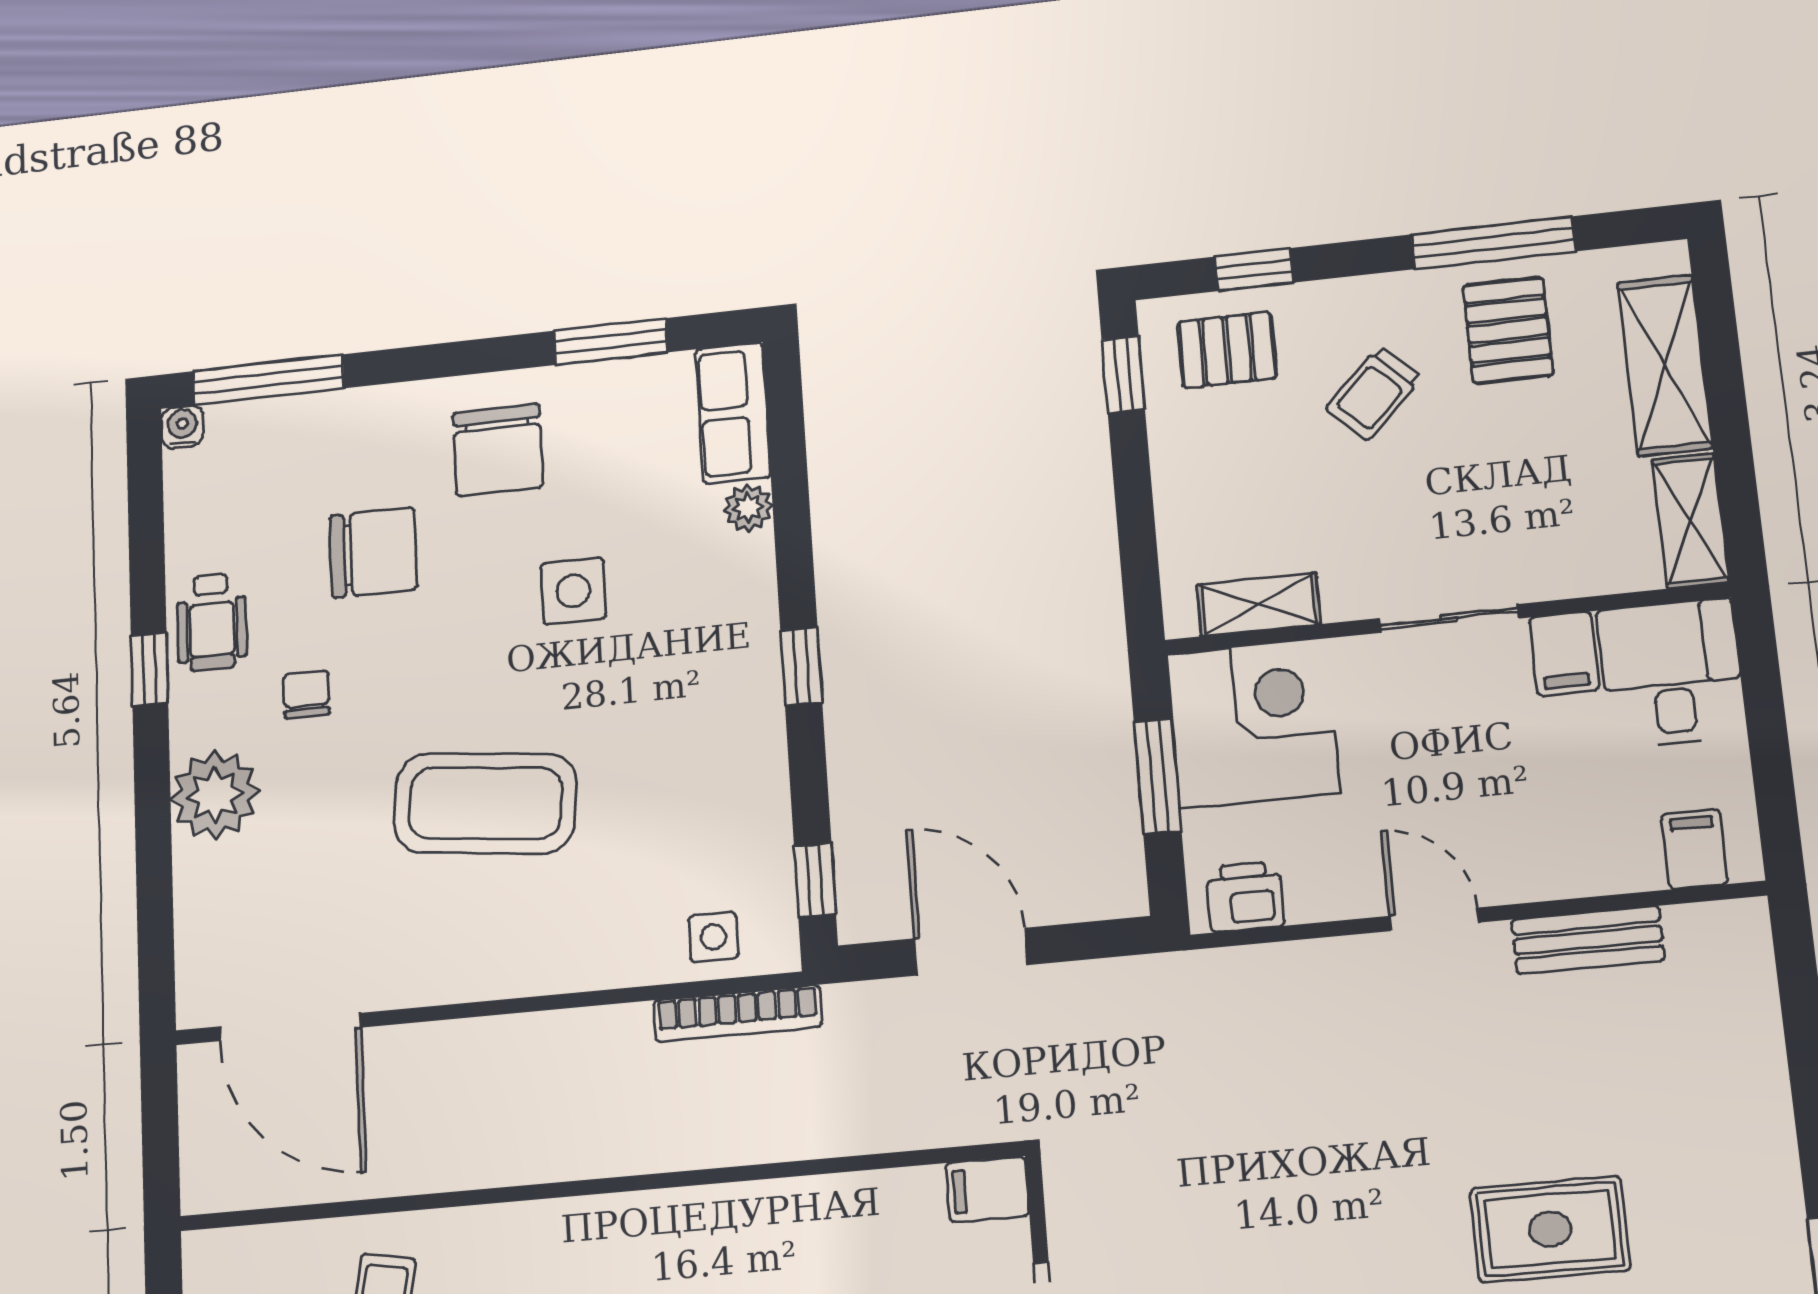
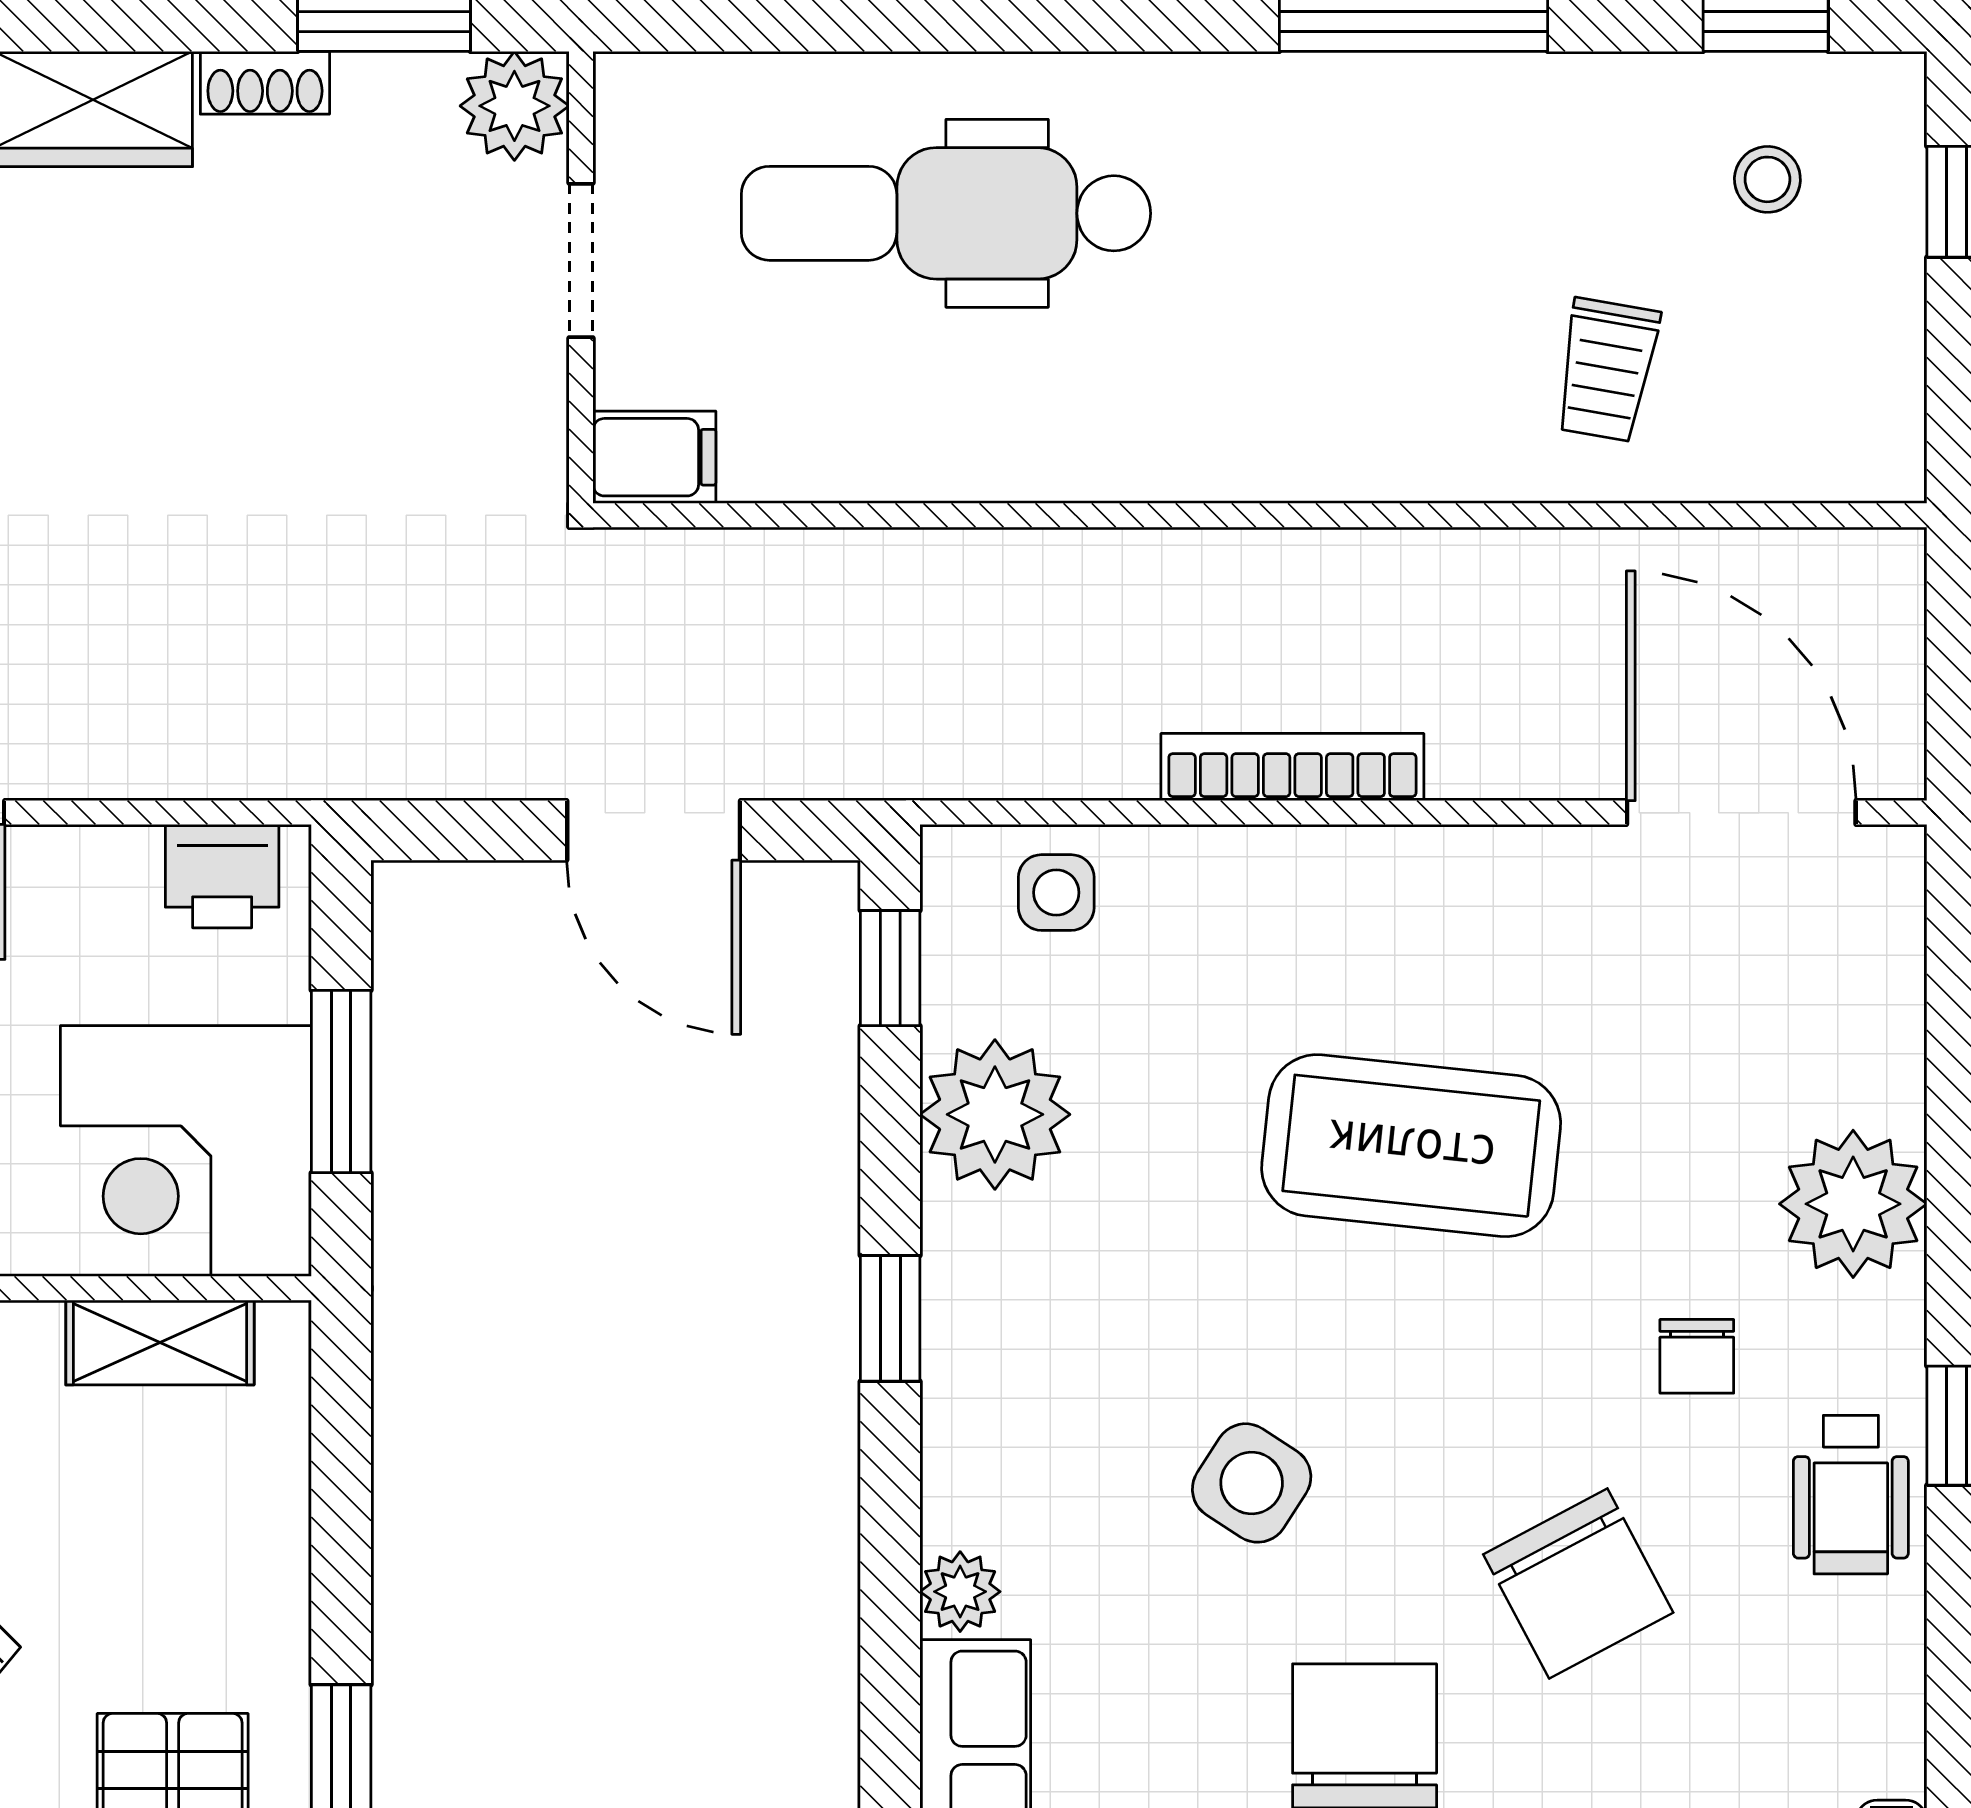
chair: (373, 553) -> (1578, 1583), turned -118
side table: (573, 591) -> (1252, 1483), turned 33
wheelchair: (212, 622) -> (1851, 1495), turned 180
plant: (744, 797) -> (995, 1114), added
bookcase: (737, 1014) -> (1292, 767), moved

